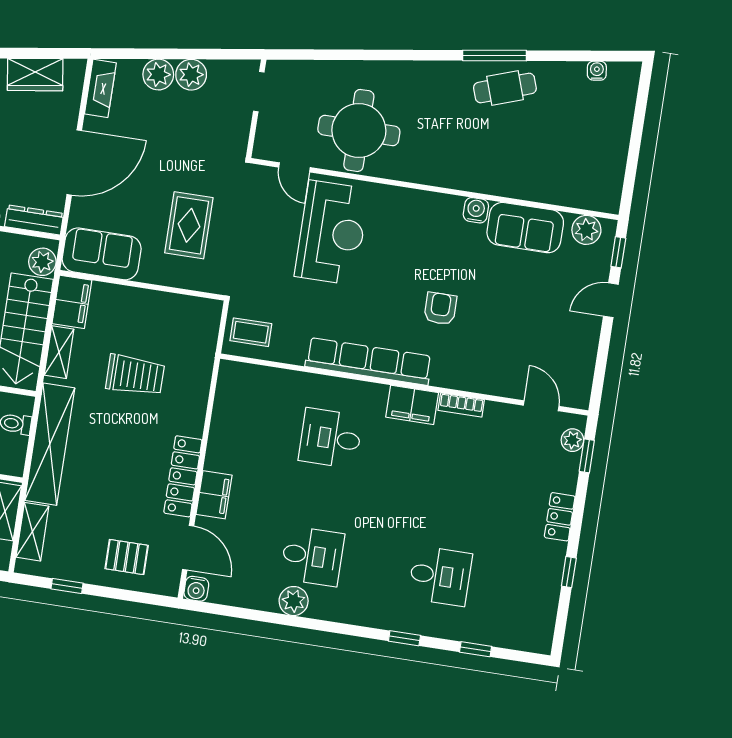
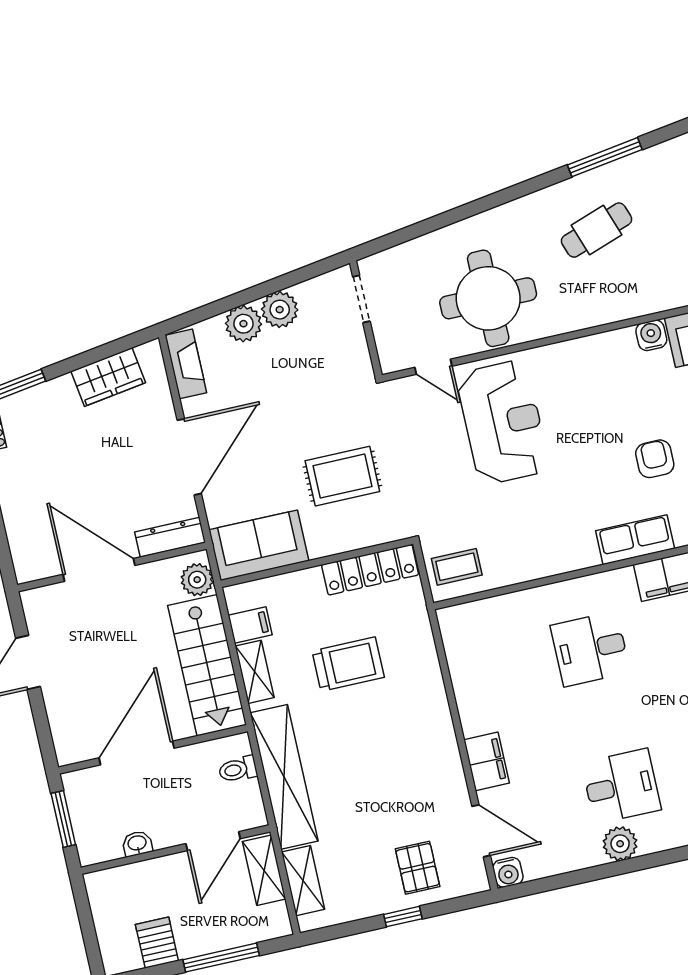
cafe table: (505, 88) -> (596, 230), moved
rug: (189, 225) -> (342, 476), turned 90
filing cabinet: (72, 302) -> (250, 625), width x0.50
row of seats: (369, 361) -> (635, 540), width x0.50
locker: (183, 476) -> (370, 570), moved, turned -90
pallet: (127, 557) -> (418, 868), turned 90
window: (67, 586) -> (403, 917), moved

